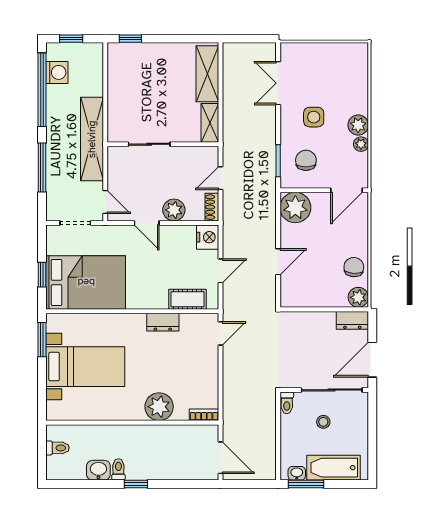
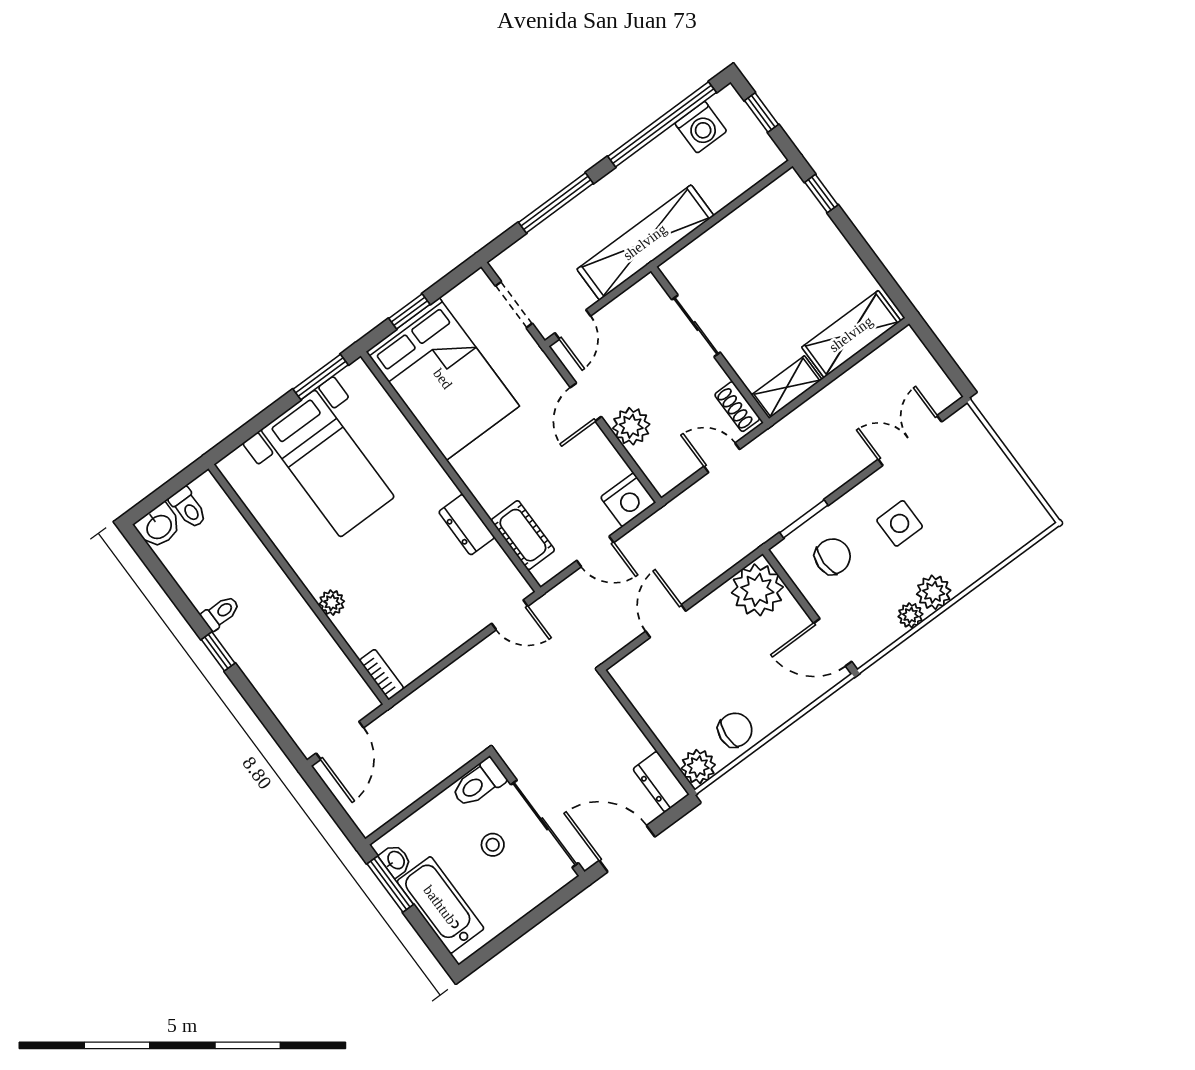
shoe rack: (212, 207) -> (737, 407), moved, turned -90
door: (278, 262) -> (666, 621), swing flipped
toilet: (287, 403) -> (478, 783), width x1.37, depth x1.39
plant: (159, 407) -> (332, 603), width x0.53, depth x0.53
washbasin: (98, 470) -> (159, 526), moved, turned 90

